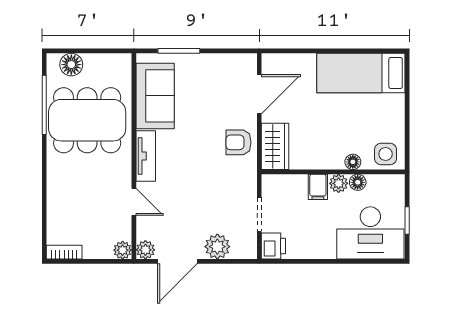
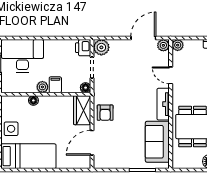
armchair: (238, 142) -> (105, 113), turned 90
side table: (386, 154) -> (11, 129), moved
floor lamp: (358, 182) -> (86, 88), moved
plant: (217, 247) -> (101, 47), moved

